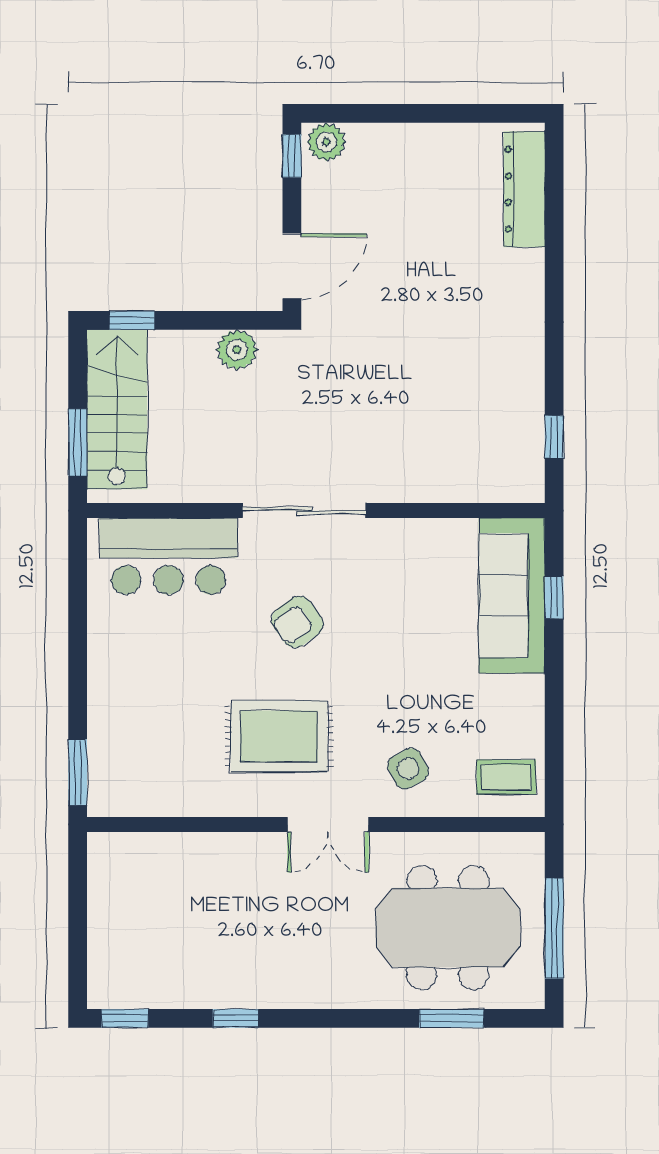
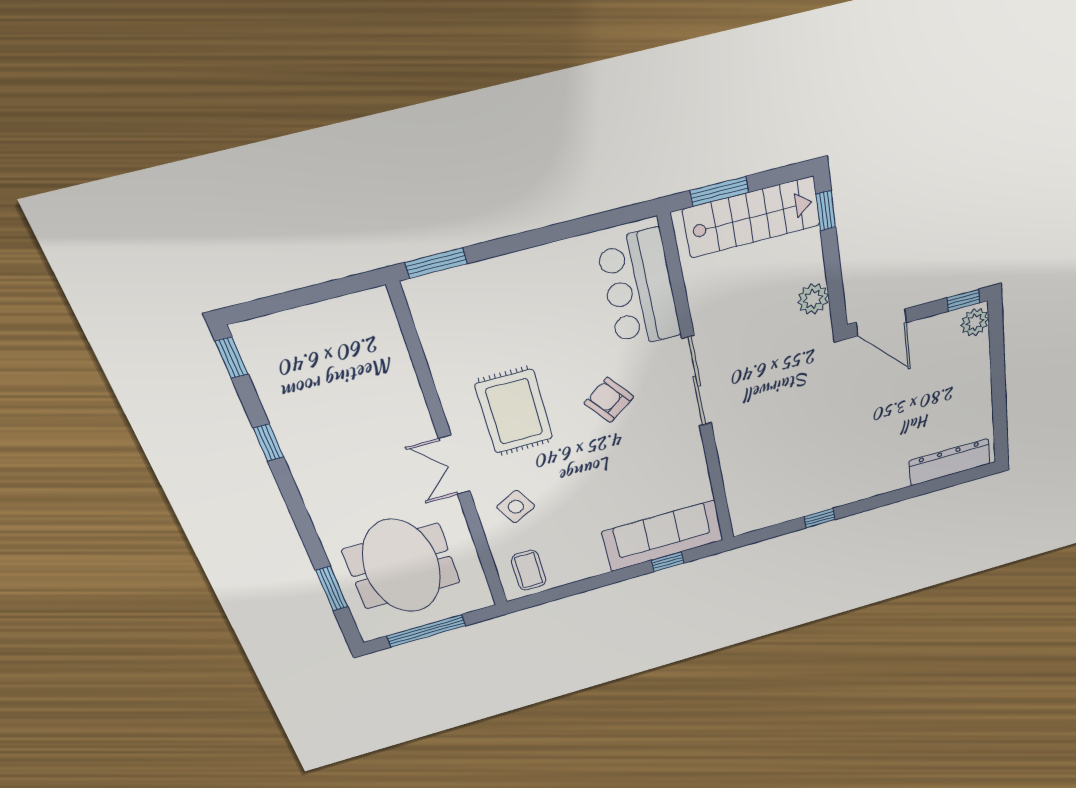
window: (554, 437) -> (820, 518), moved

